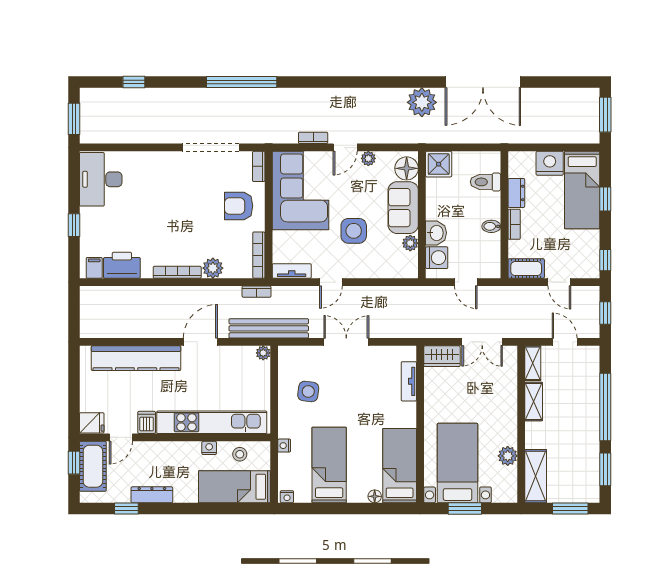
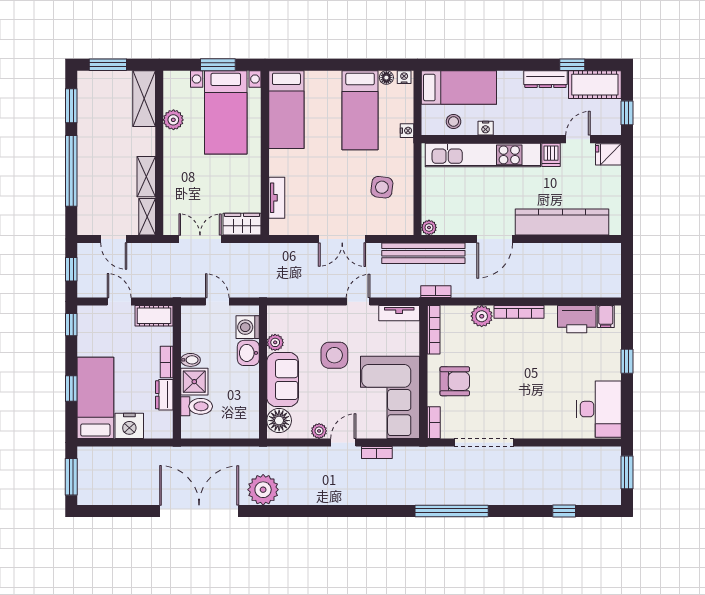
shower: (439, 164) -> (194, 382), moved
cot: (93, 466) -> (595, 85), moved, turned 90
floor lamp: (375, 496) -> (386, 78), moved

